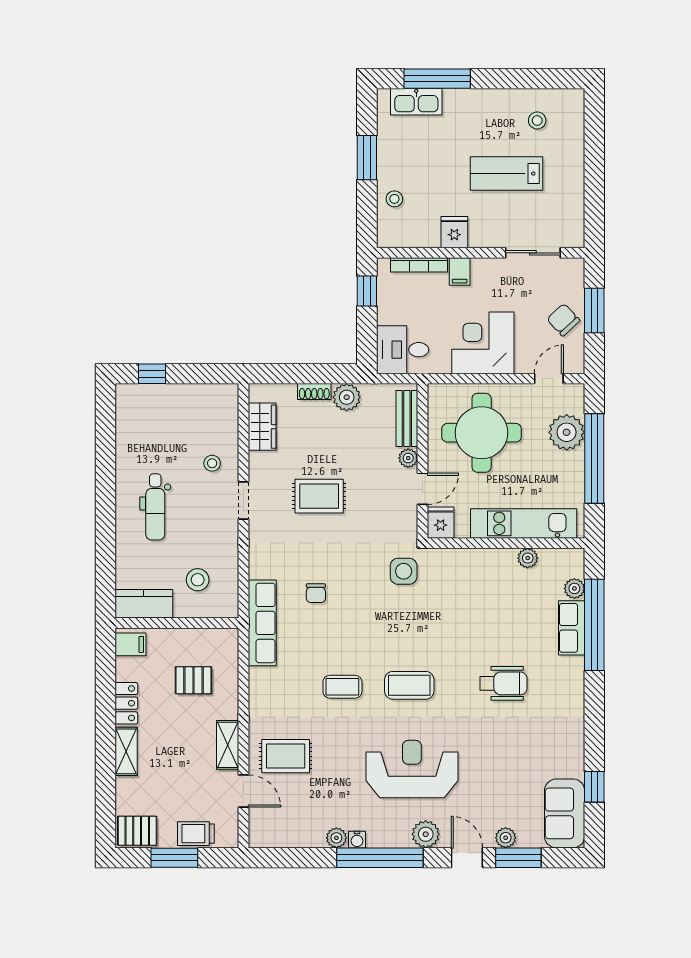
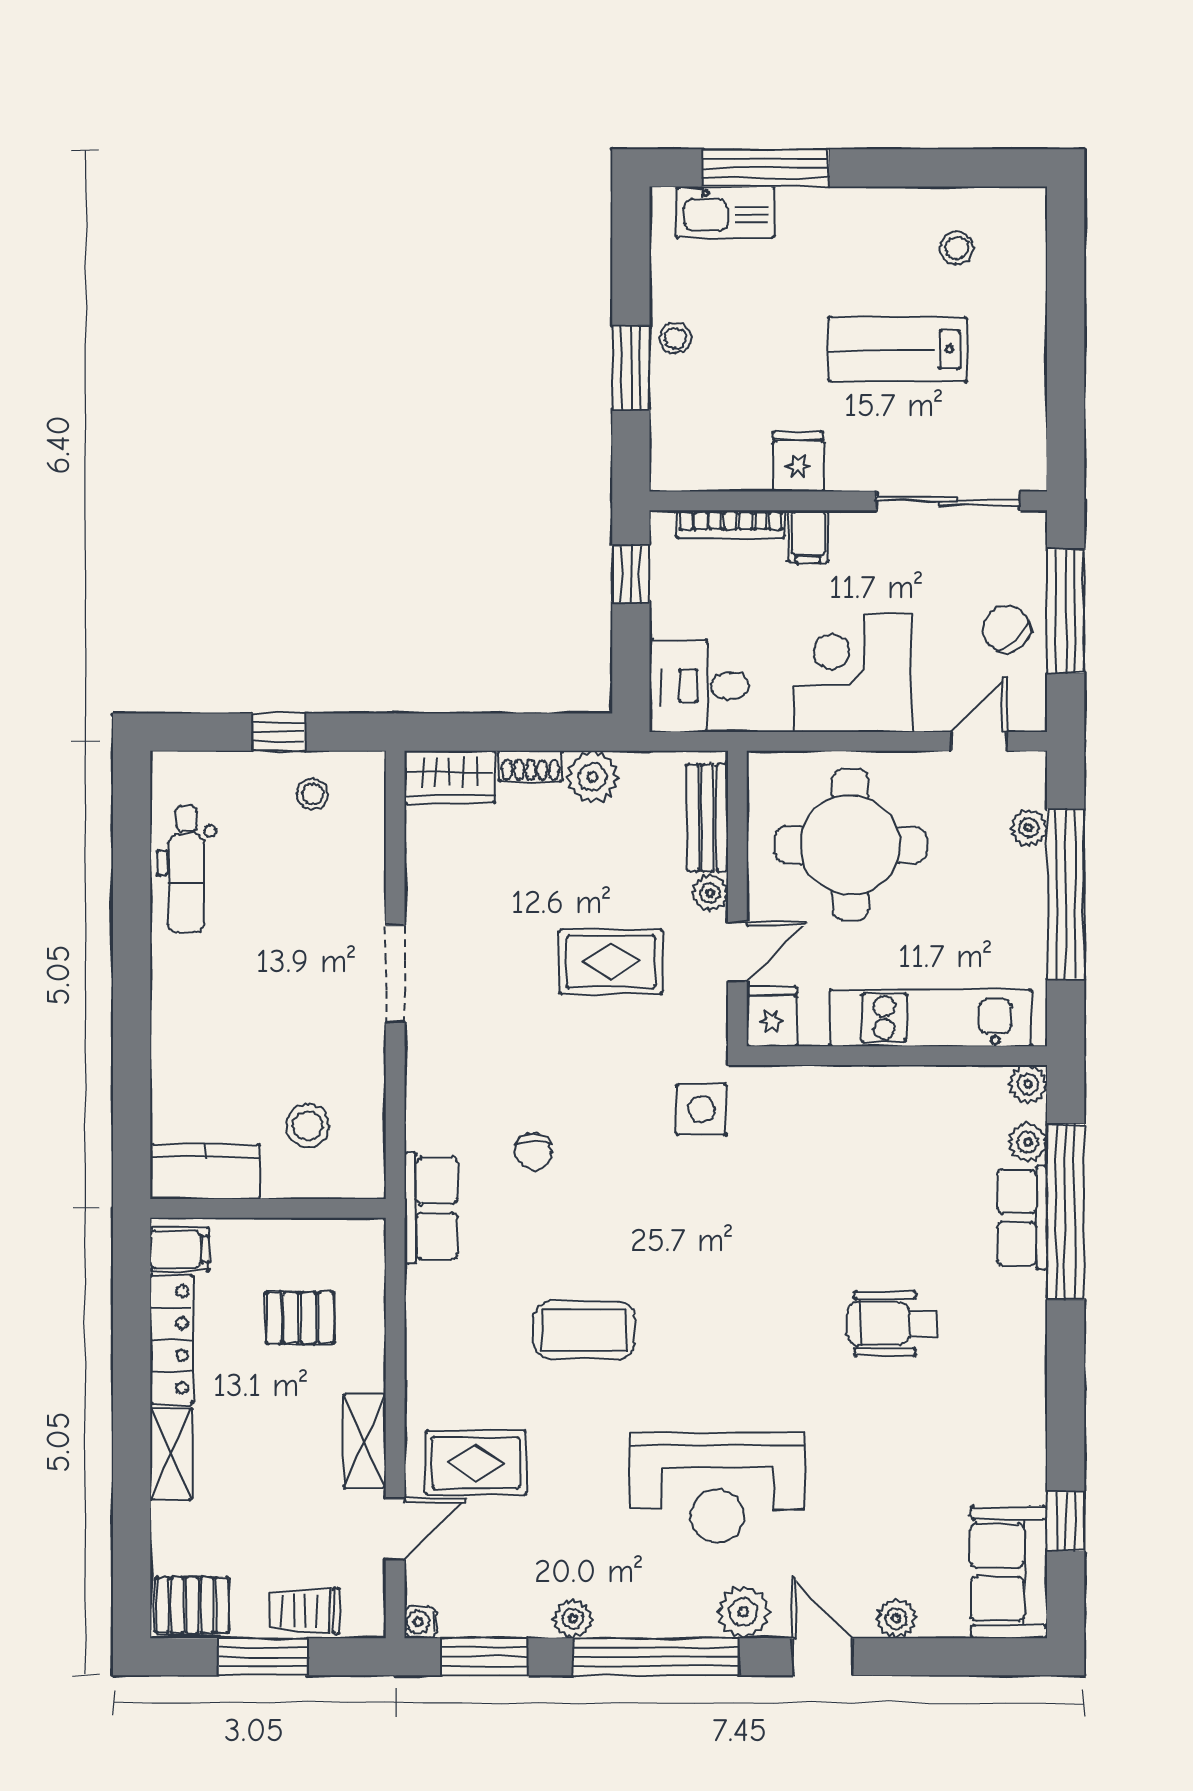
window: (367, 158) -> (631, 368), moved
stool: (394, 199) -> (675, 338), moved
sliding door: (533, 253) -> (948, 501), width x1.37
window: (594, 311) -> (1066, 611), width x1.44
window: (152, 374) -> (279, 732), moved
wardrobe: (262, 427) -> (450, 777), moved, turned 90
plant: (567, 432) -> (1029, 828), width x0.53, depth x0.53
stool: (212, 463) -> (313, 794), moved
rug: (319, 496) -> (611, 962), moved
doorway: (243, 500) -> (395, 974), width x1.38
dental chair: (155, 507) -> (186, 869), moved
plant: (528, 558) -> (1028, 1084), moved
row of seats: (262, 623) -> (431, 1208), width x0.68
wheelchair: (503, 683) -> (892, 1324), turned 180
coffee table: (409, 685) -> (712, 1327), removed
coffee table: (342, 687) -> (584, 1330), width x1.36, depth x1.30
locker: (126, 703) -> (171, 1339), width x1.53
reception desk: (412, 769) -> (717, 1487), turned 180
door: (243, 791) -> (395, 1529), hinge flipped
water cooler: (357, 840) -> (421, 1622), moved, turned 90
window: (518, 858) -> (485, 1657), moved

